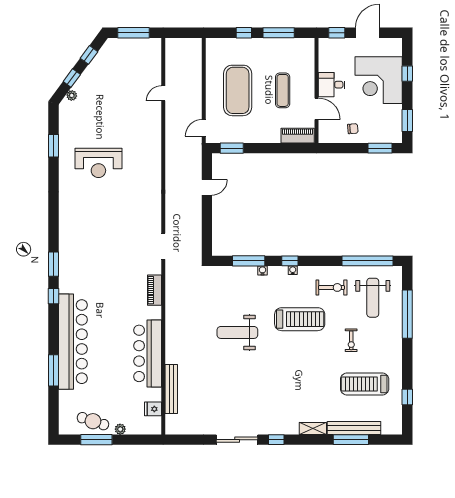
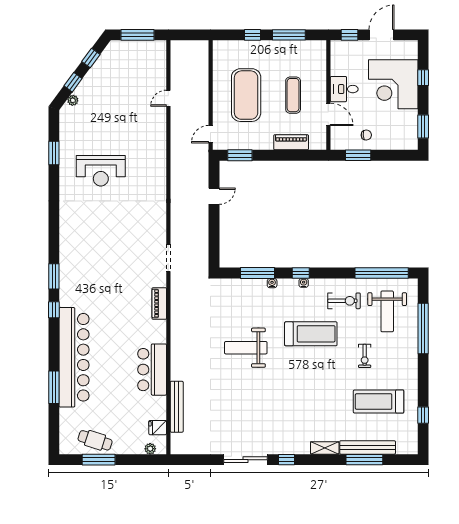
piano: (298, 136) -> (291, 142), moved
window: (380, 148) -> (358, 155), moved
bar counter: (148, 353) -> (152, 370), width x0.73
plant: (120, 429) -> (150, 449), moved

